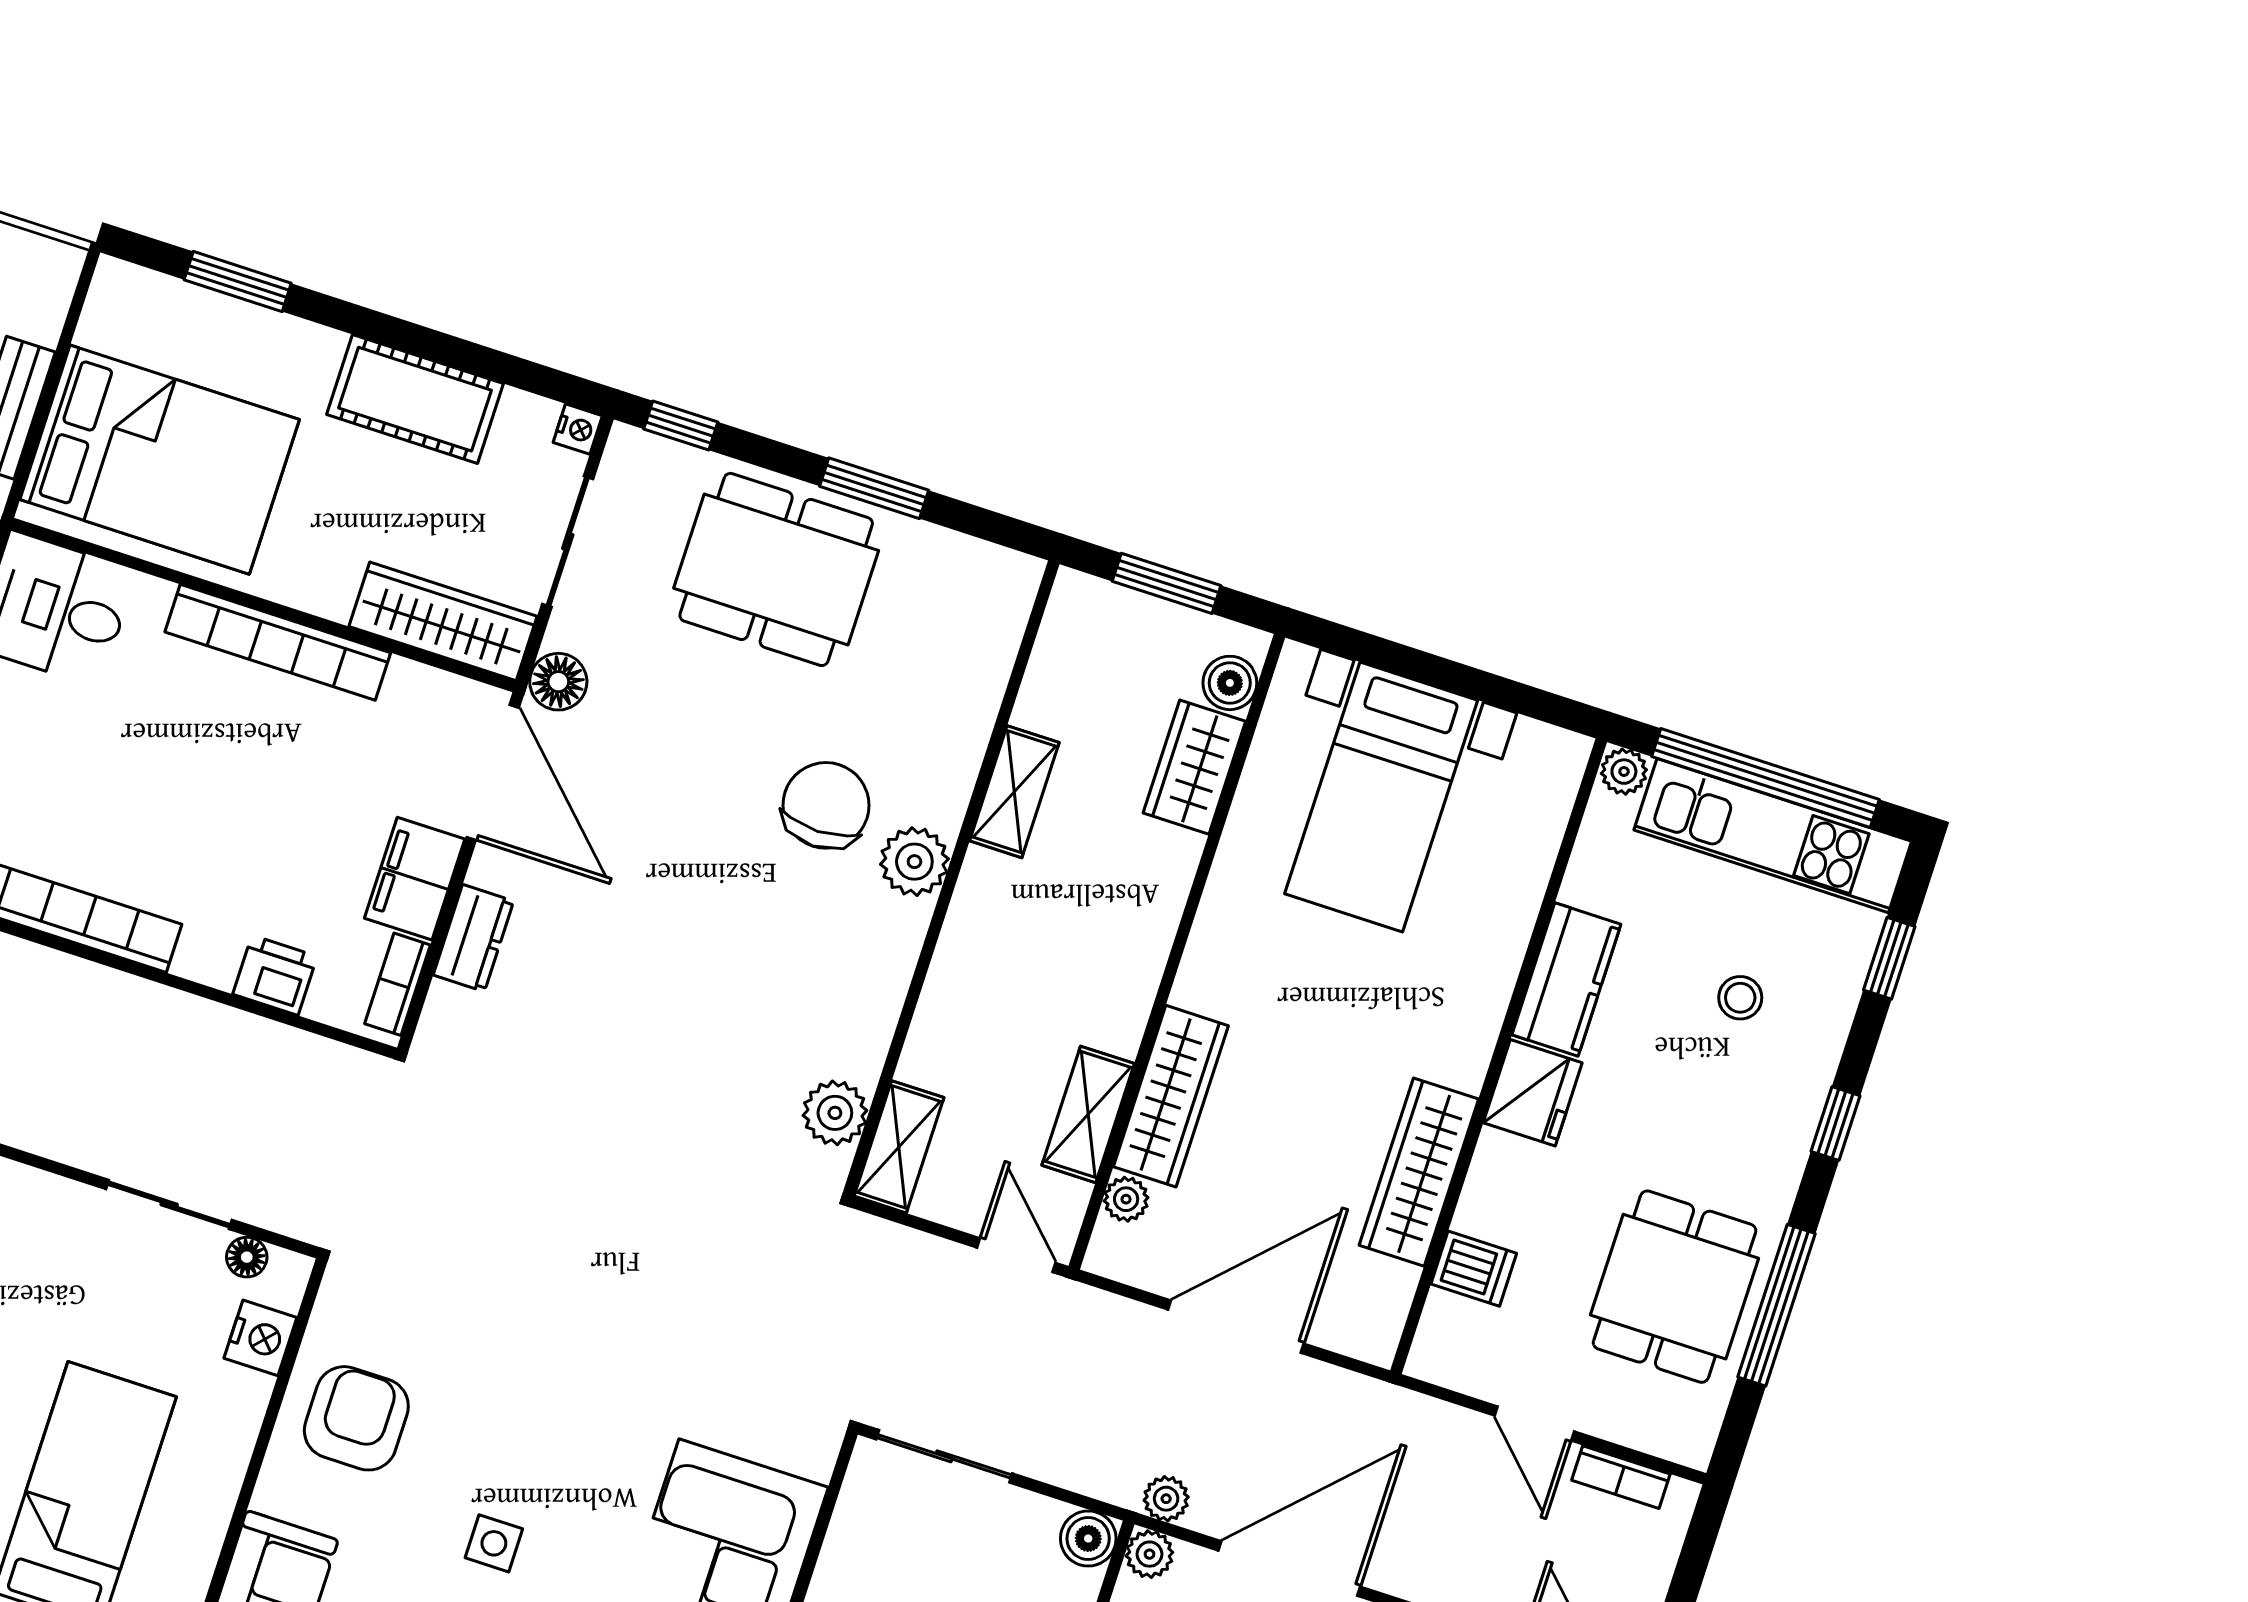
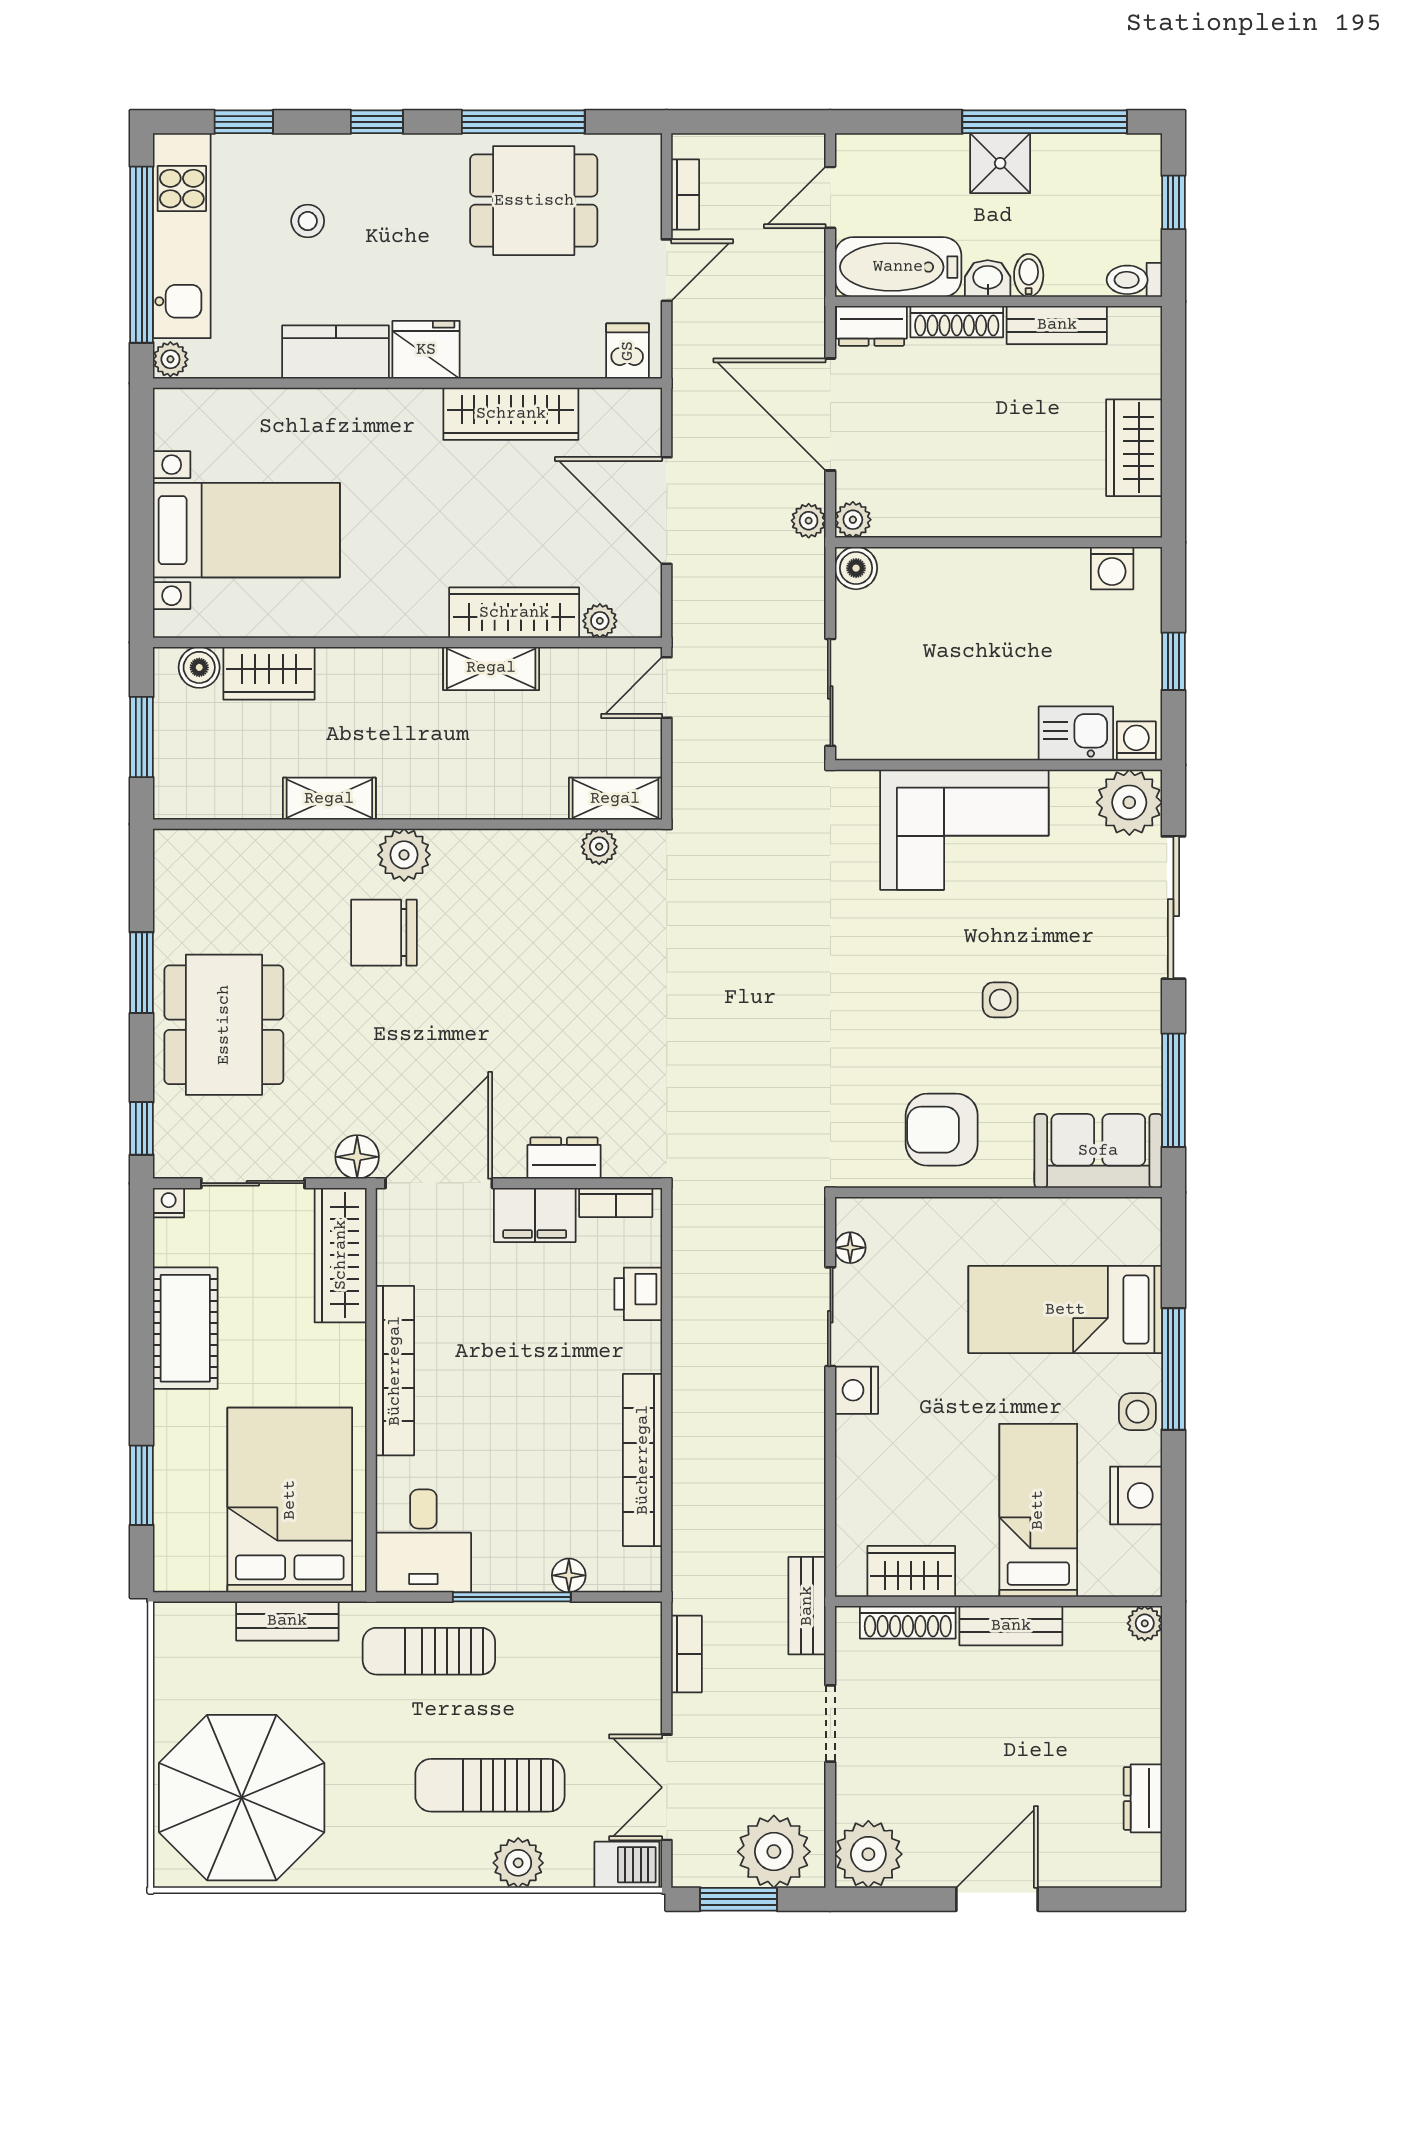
plant: (835, 1113) -> (599, 847), width x0.73, depth x0.73
shelving: (1088, 1114) -> (491, 668), moved
dishwasher: (1474, 1269) -> (628, 351), moved
nightstand: (260, 1338) -> (857, 1390), moved, turned -90

